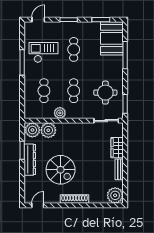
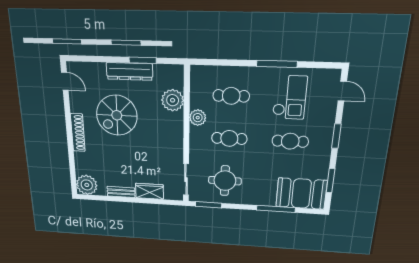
plant: (32, 130) -> (173, 77), removed

